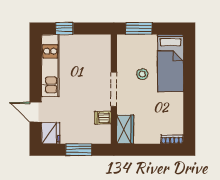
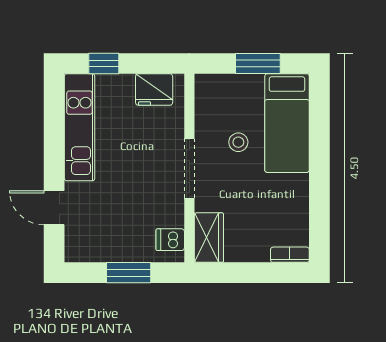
window: (139, 29) -> (258, 63), moved
dishwasher: (103, 118) -> (170, 240), moved
fridge: (51, 133) -> (154, 90), moved, turned 90

